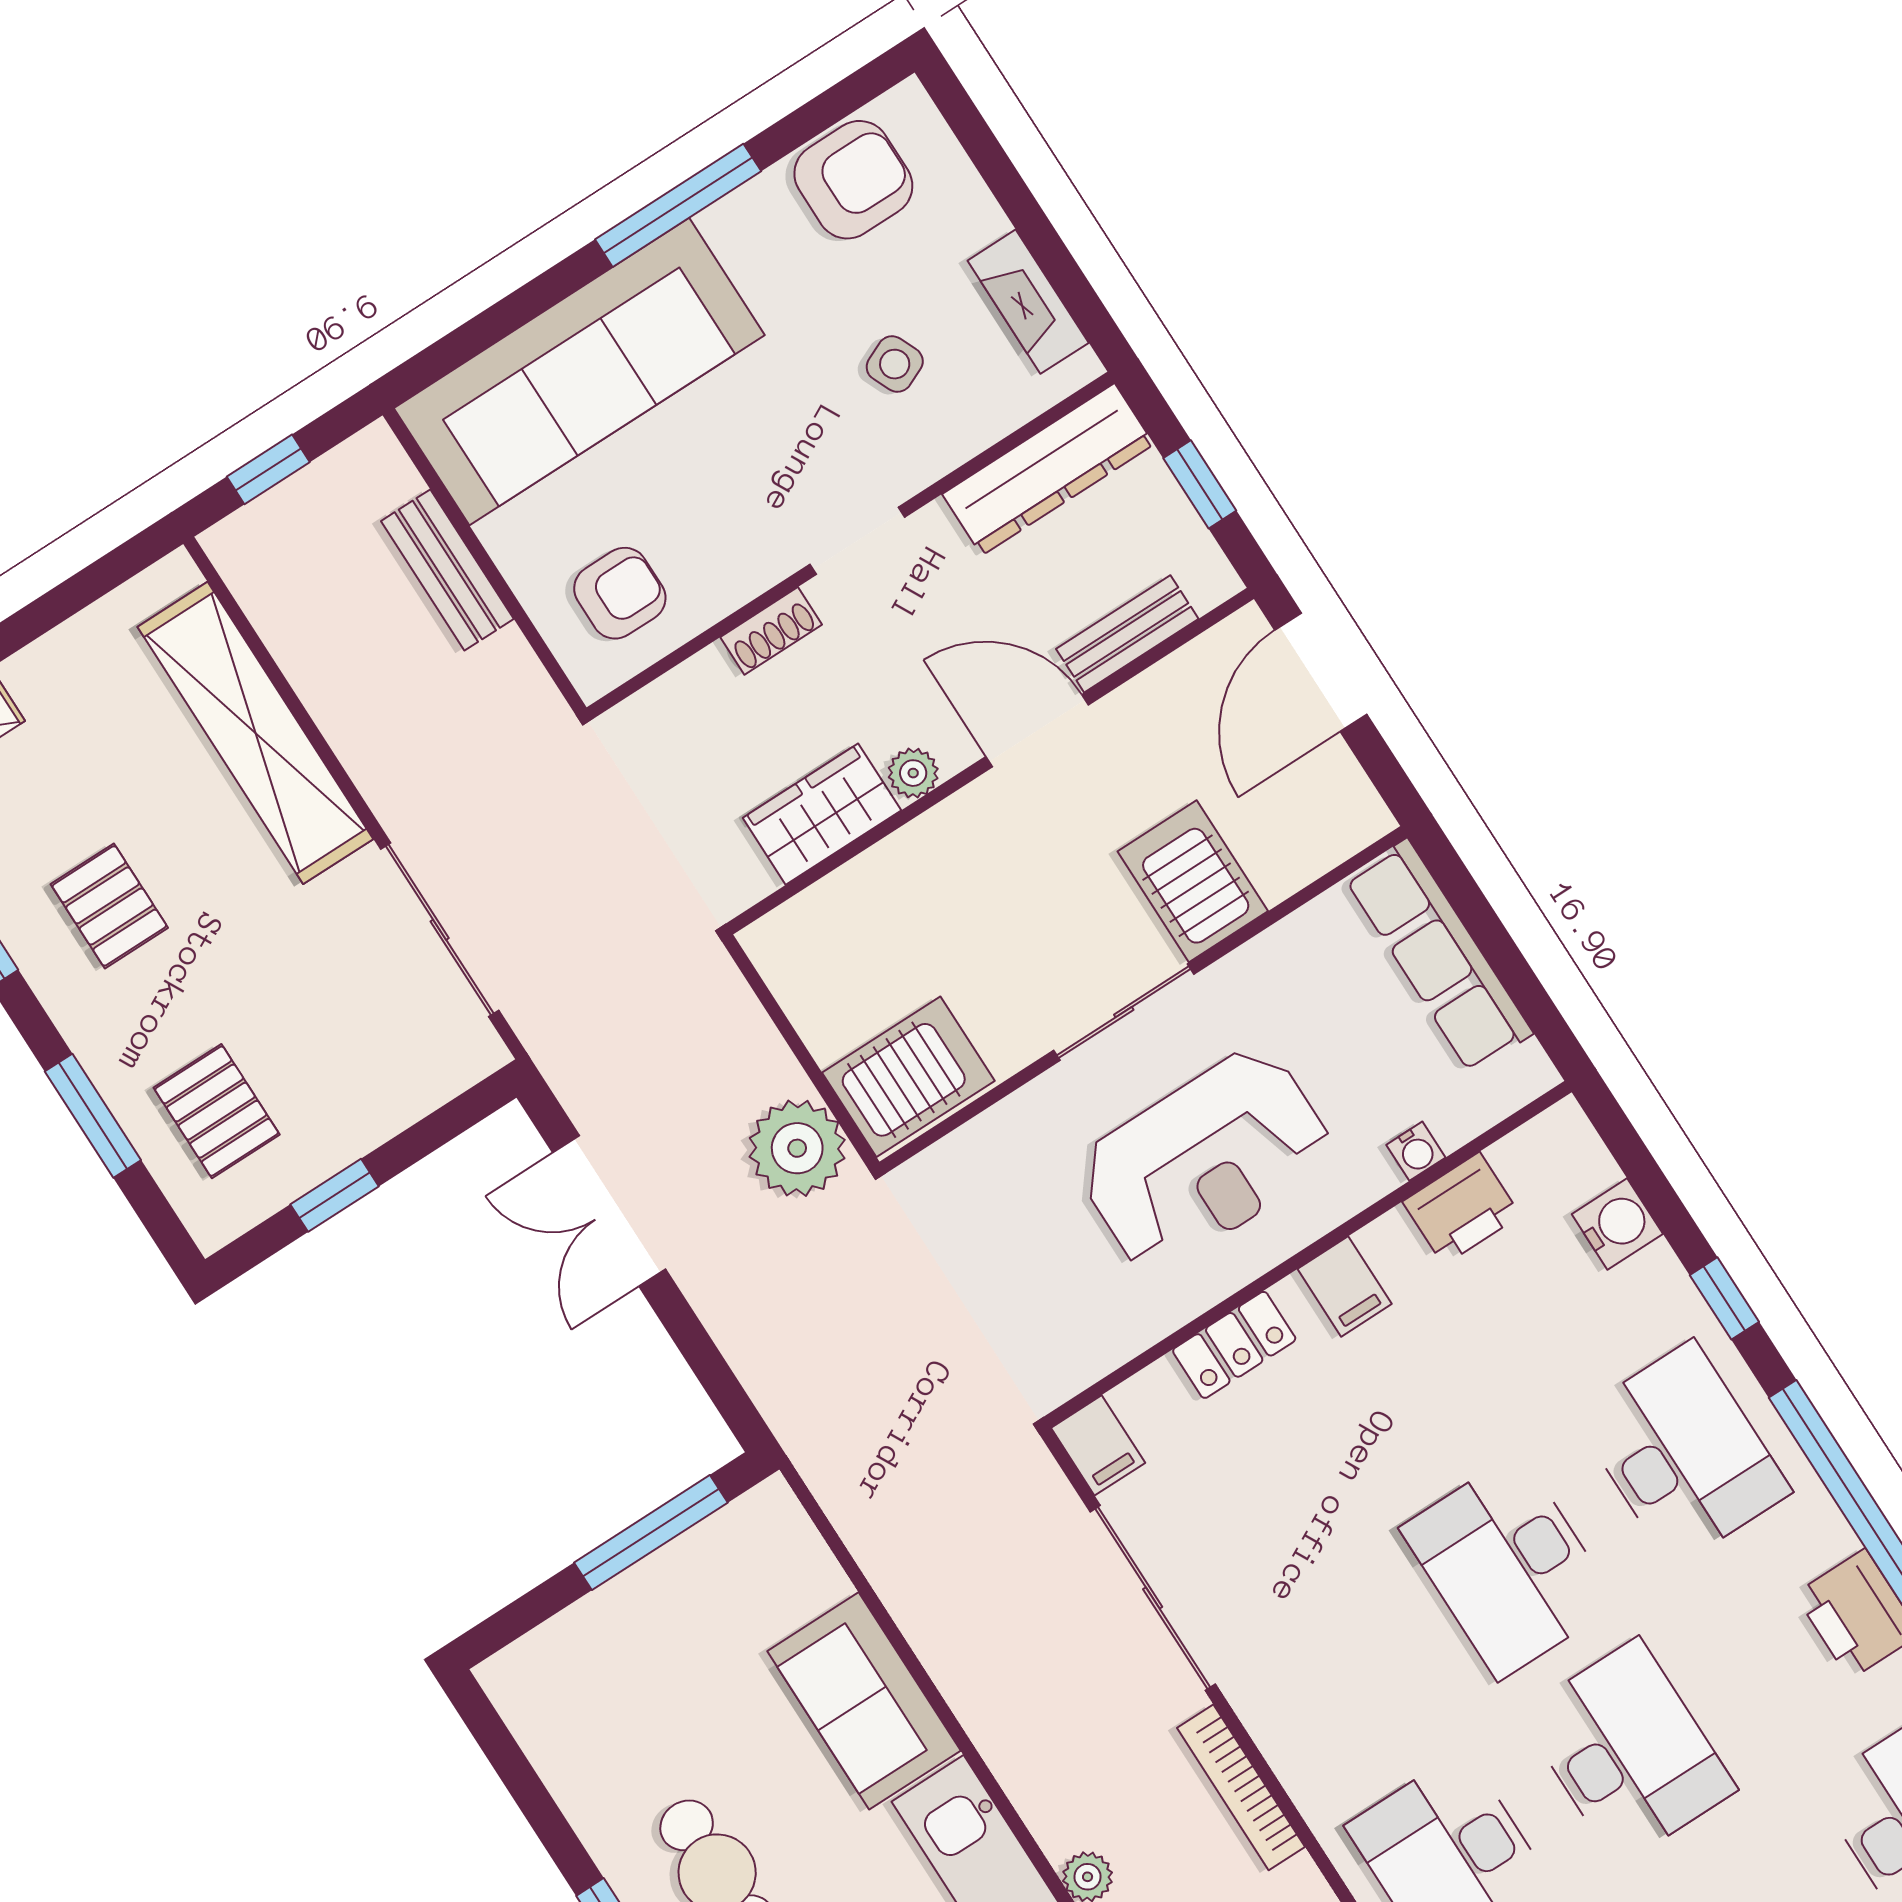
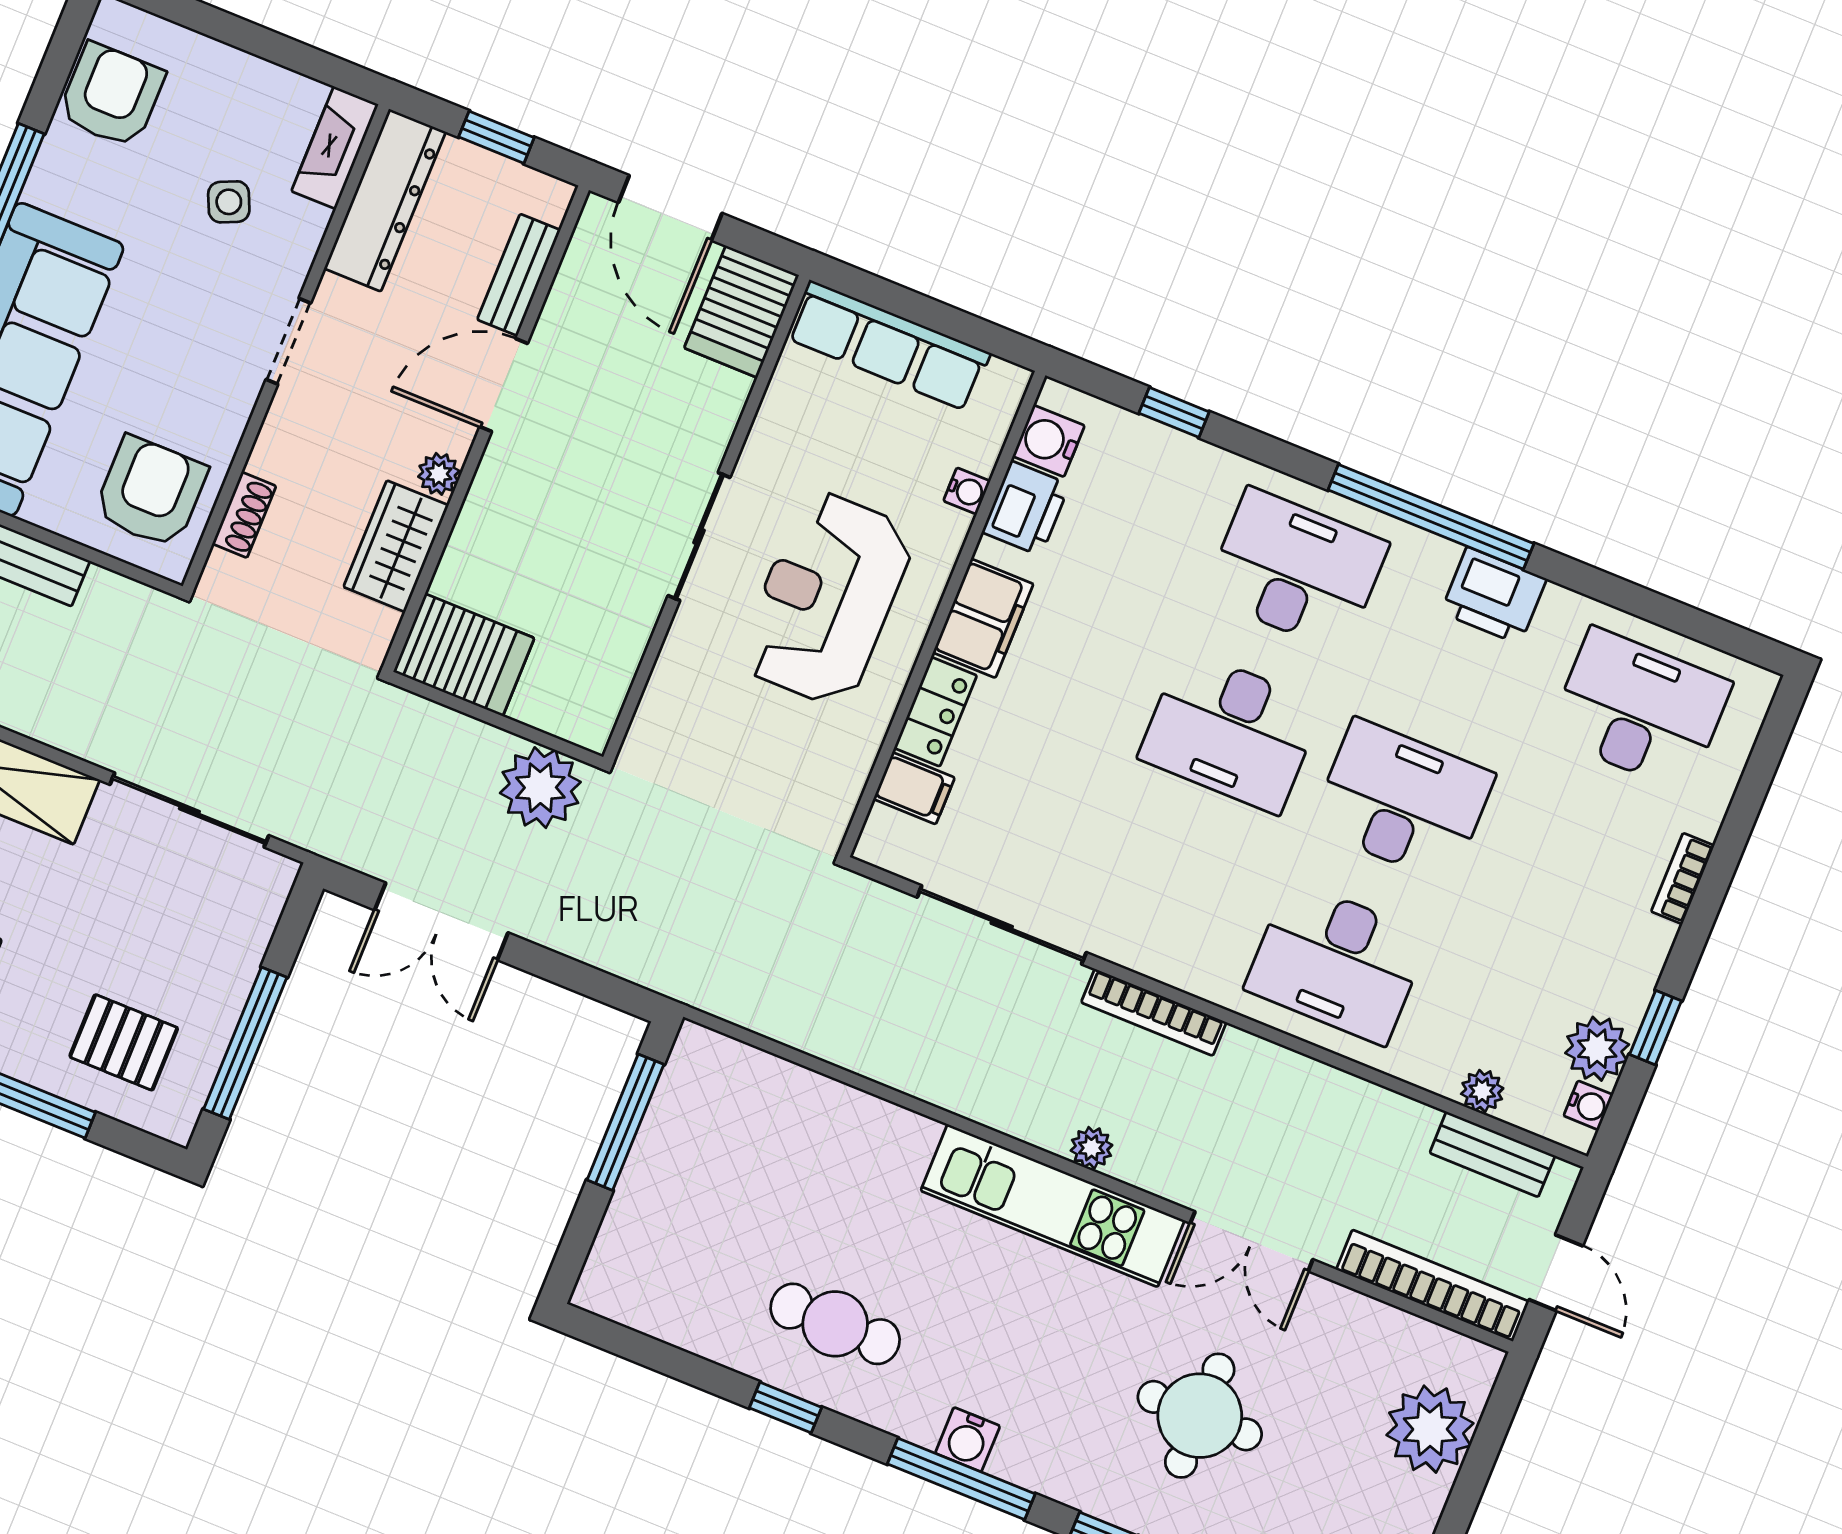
fireplace: (1028, 302) -> (335, 148), moved, turned 90
armchair: (620, 593) -> (151, 492), width x1.38, depth x1.38
shoe rack: (771, 631) -> (244, 515), moved
server rack: (1193, 881) -> (742, 312), moved, turned -90
server rack: (908, 1077) -> (464, 655), moved, turned 90
reception desk: (1206, 1160) -> (826, 598), turned 180
window: (335, 1195) -> (245, 1043), width x2.17
water cooler: (1617, 1224) -> (1049, 441), moved, turned -90
filing cabinet: (1345, 1286) -> (983, 618), width x2.00
window: (1724, 1298) -> (1174, 412), moved
filing cabinet: (1098, 1445) -> (914, 788), moved
sofa: (864, 1701) -> (853, 1135), removed

